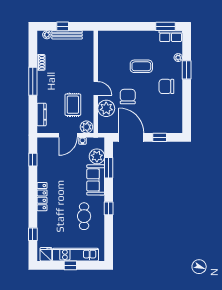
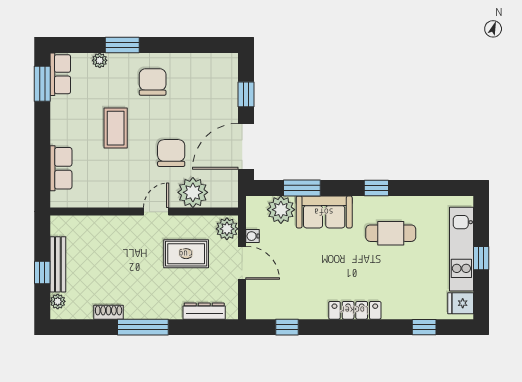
row of seats: (119, 36) -> (61, 168), added
chair: (166, 86) -> (153, 82), turned 180
chair: (128, 97) -> (171, 153), turned 90

